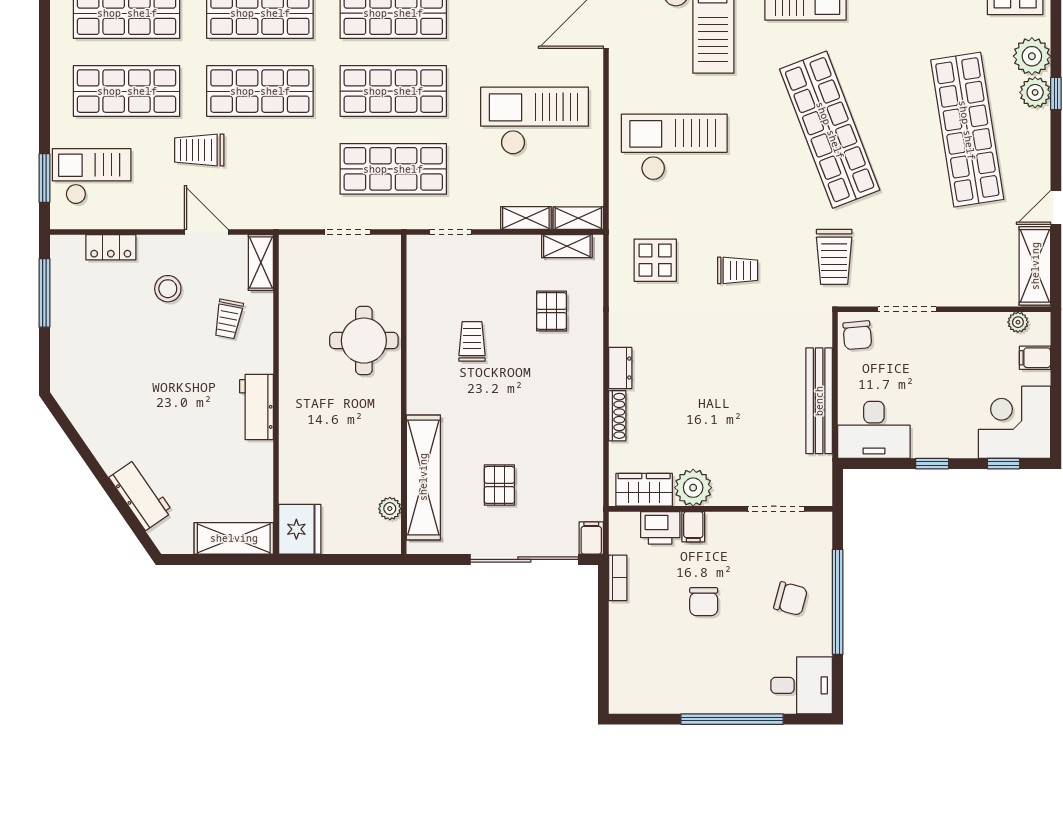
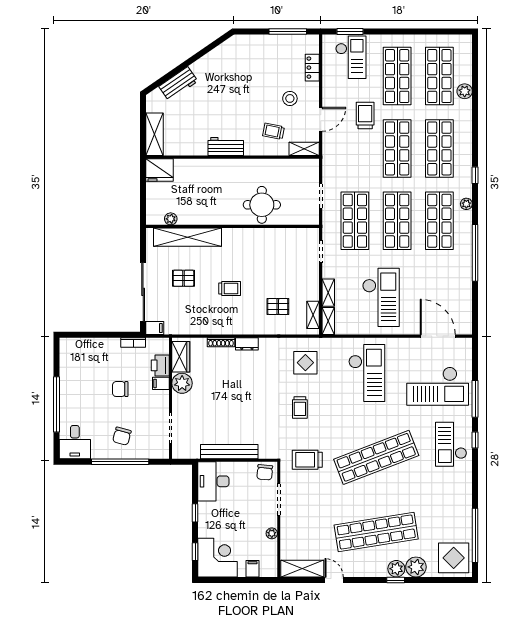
plant: (1018, 322) -> (272, 533), moved
chair: (857, 335) -> (265, 472), turned -80
trolley: (472, 341) -> (230, 288), moved

